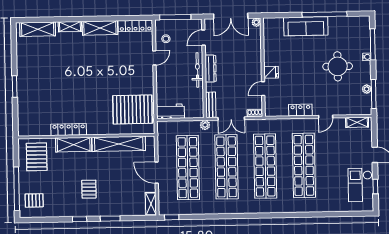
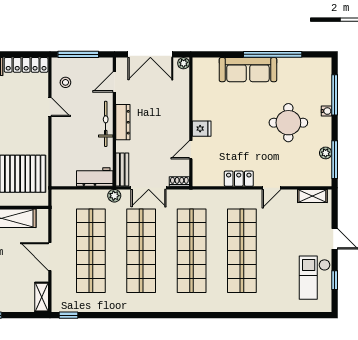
door: (154, 58) -> (50, 107), hinge flipped
workbench: (170, 111) -> (95, 177), moved

